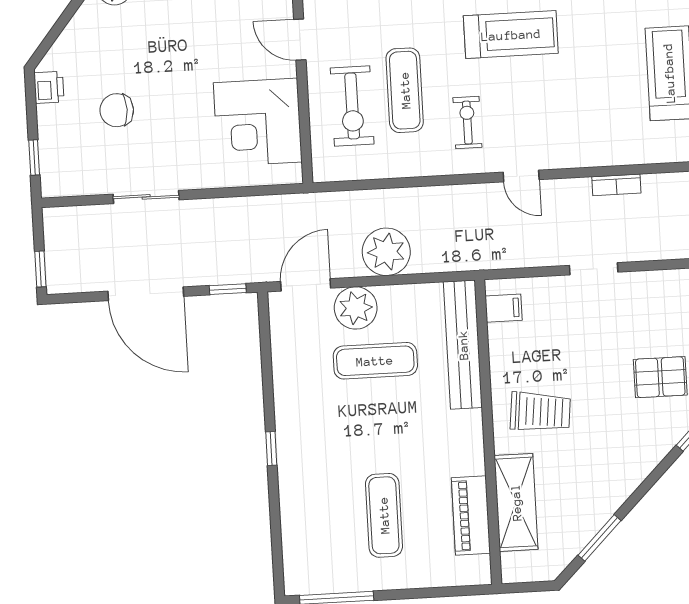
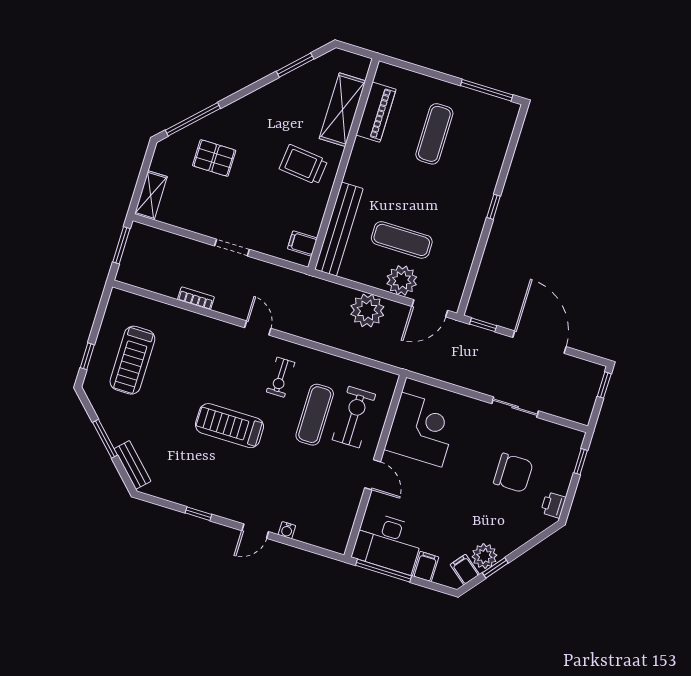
chair: (117, 110) -> (513, 473), width x1.37, depth x1.37

